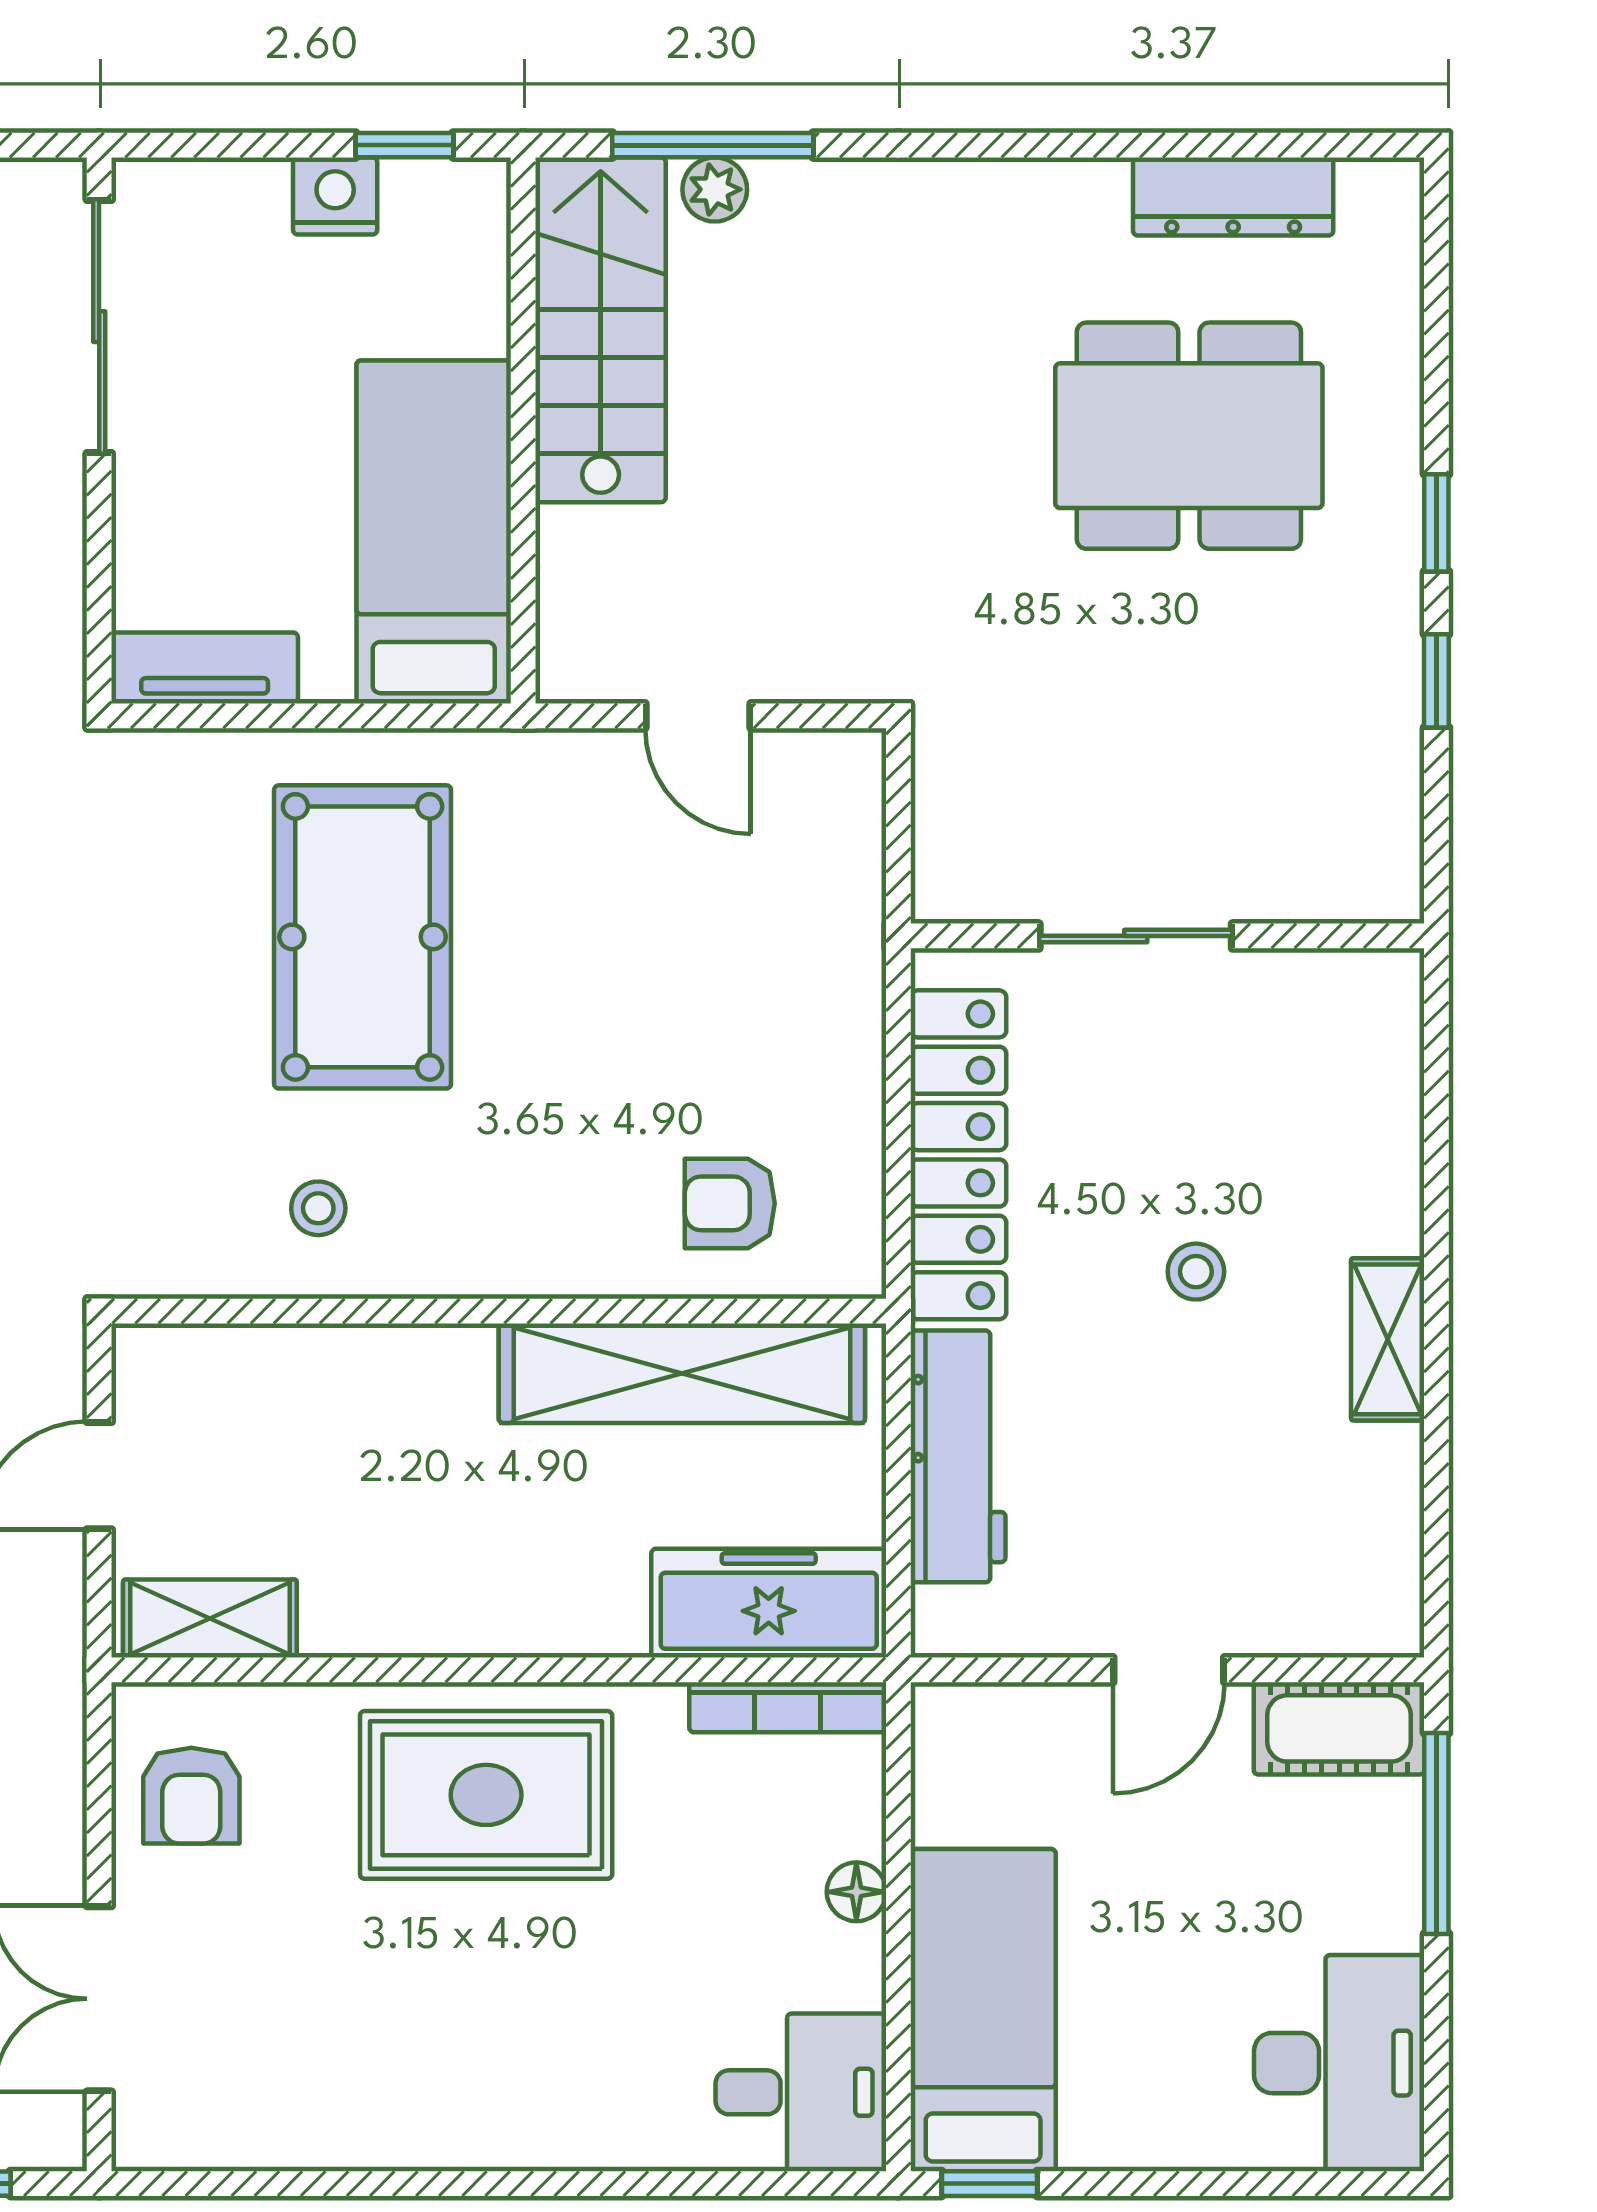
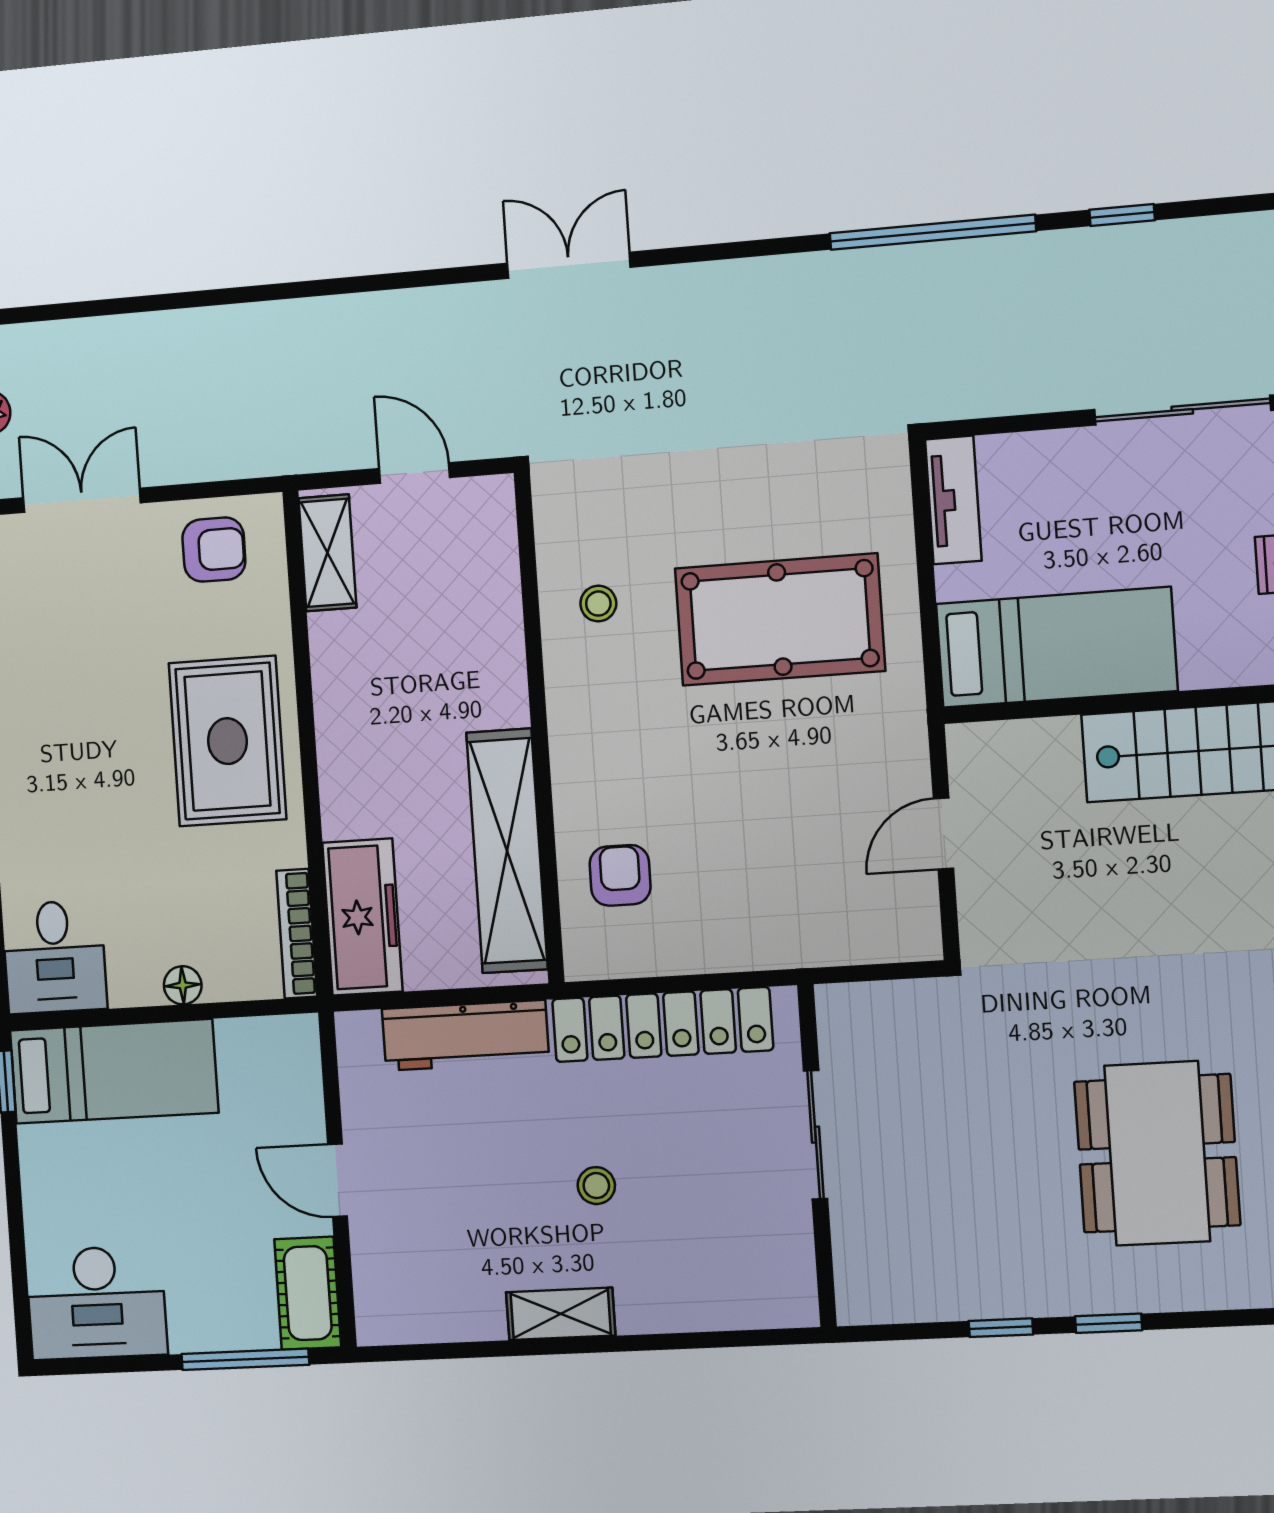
armchair: (191, 1796) -> (214, 550), turned 180

